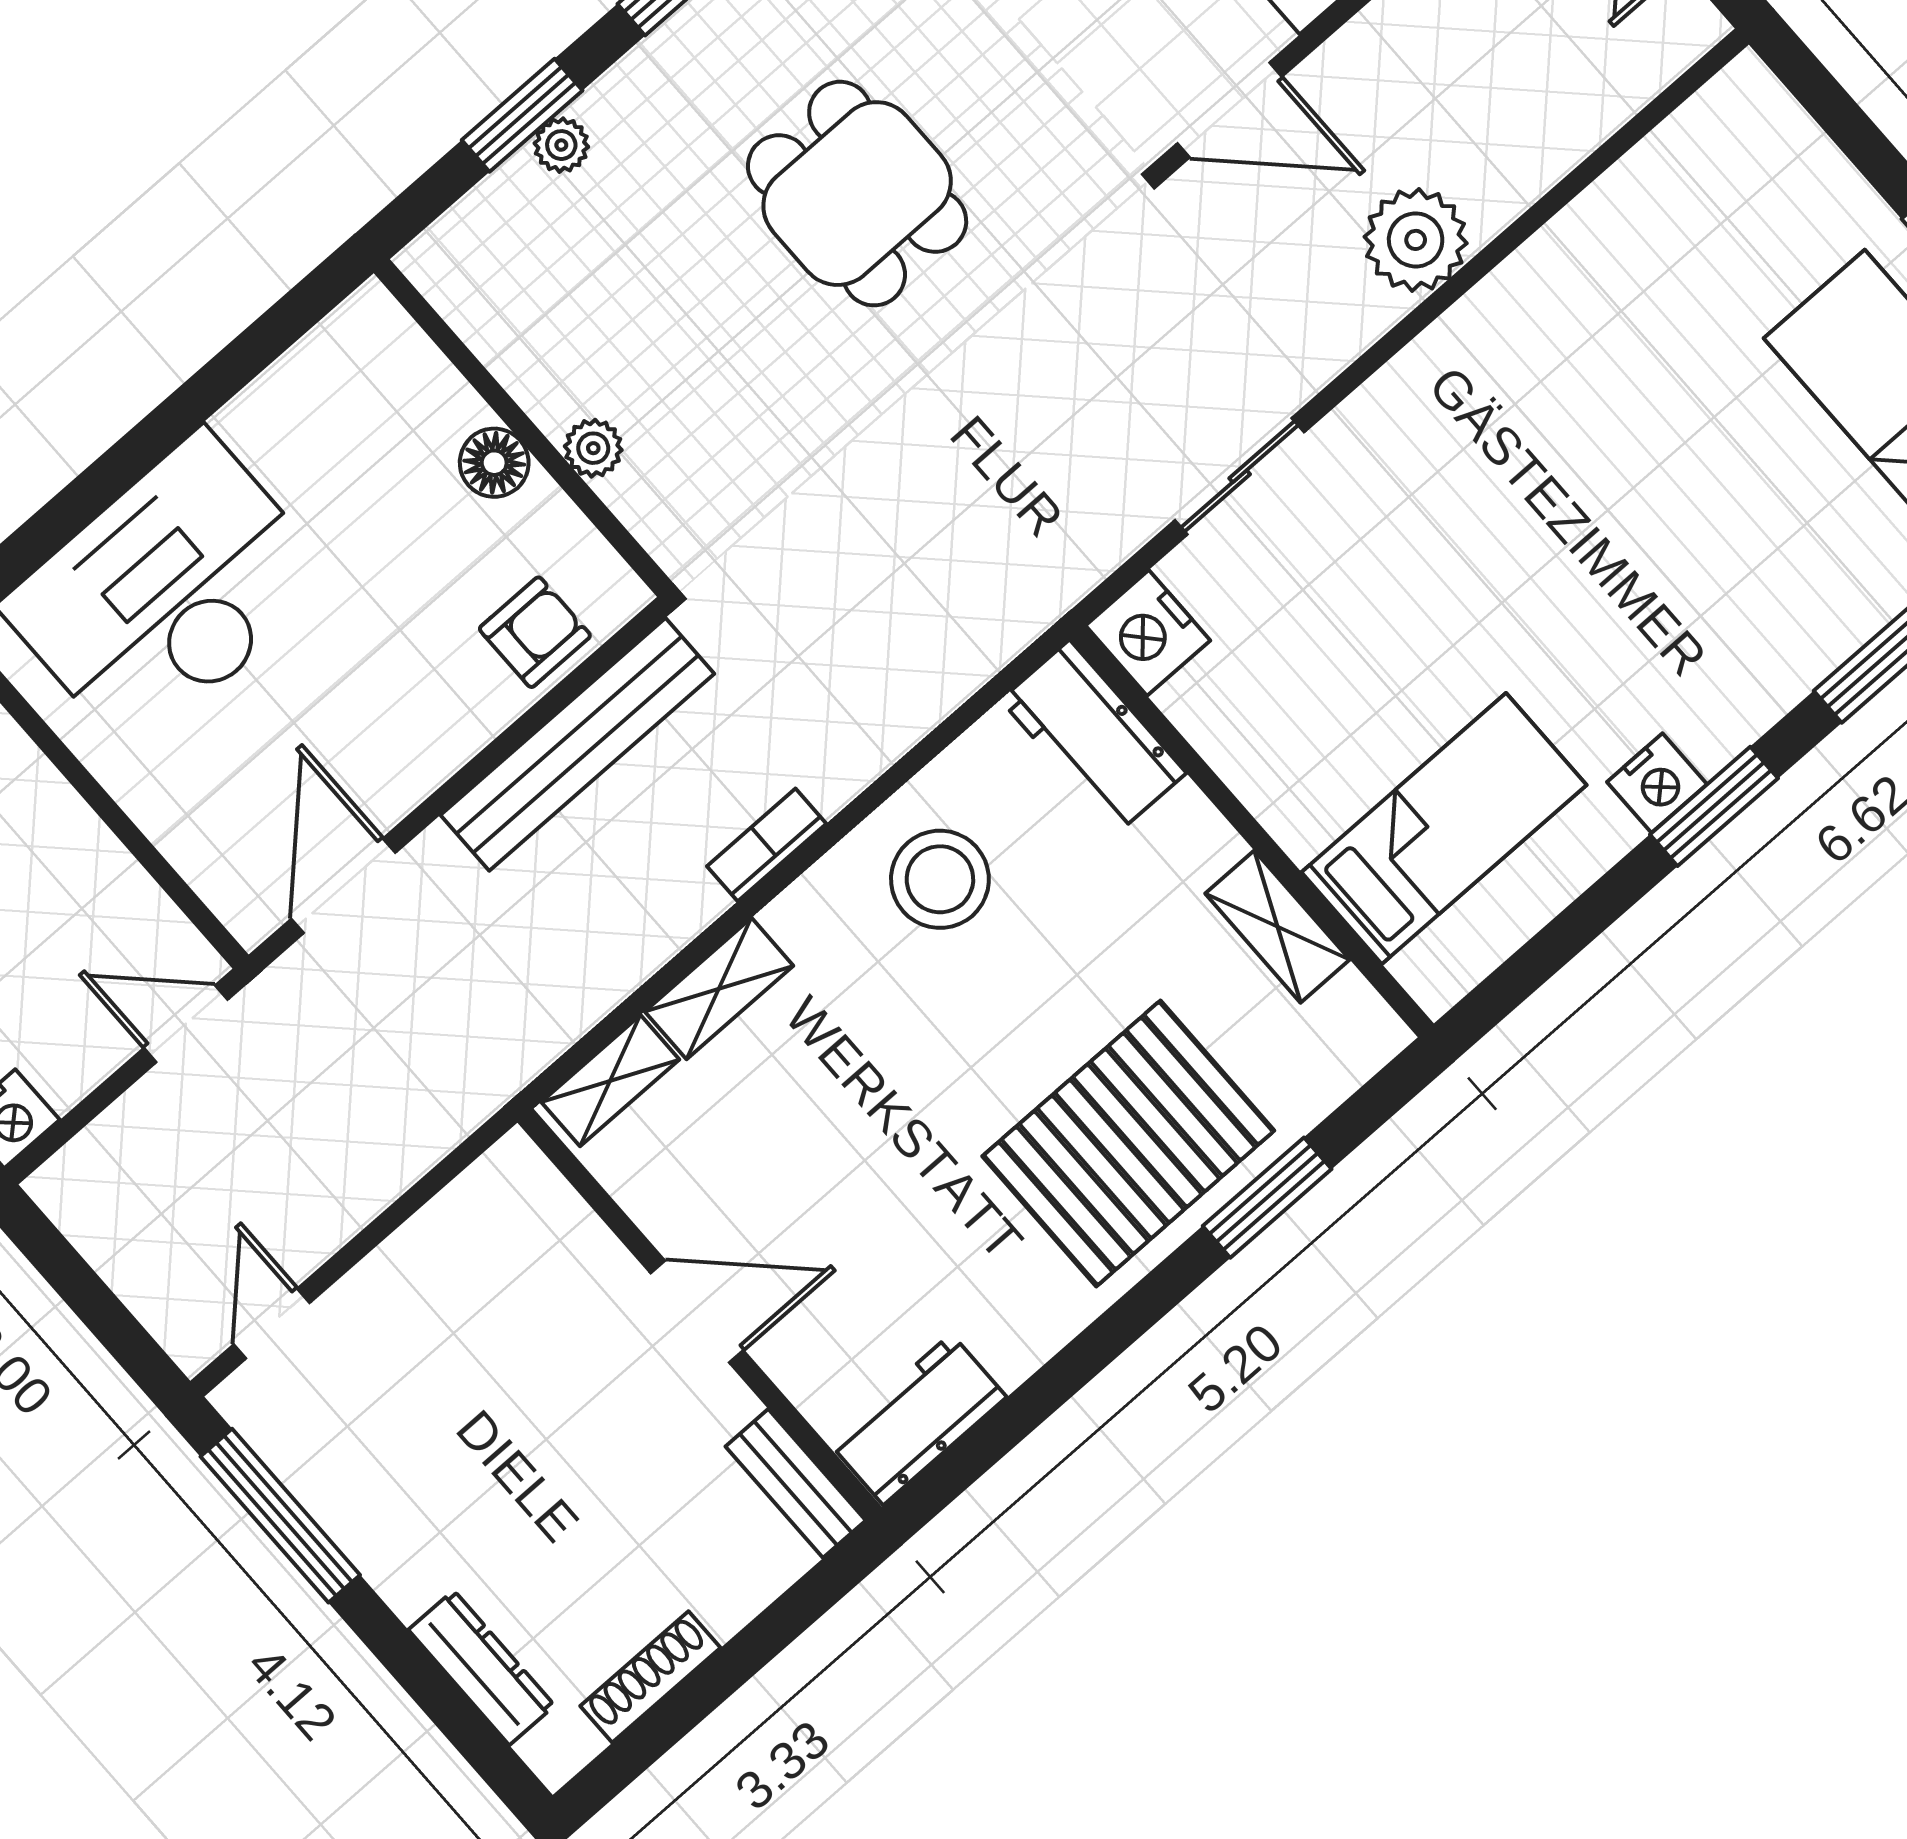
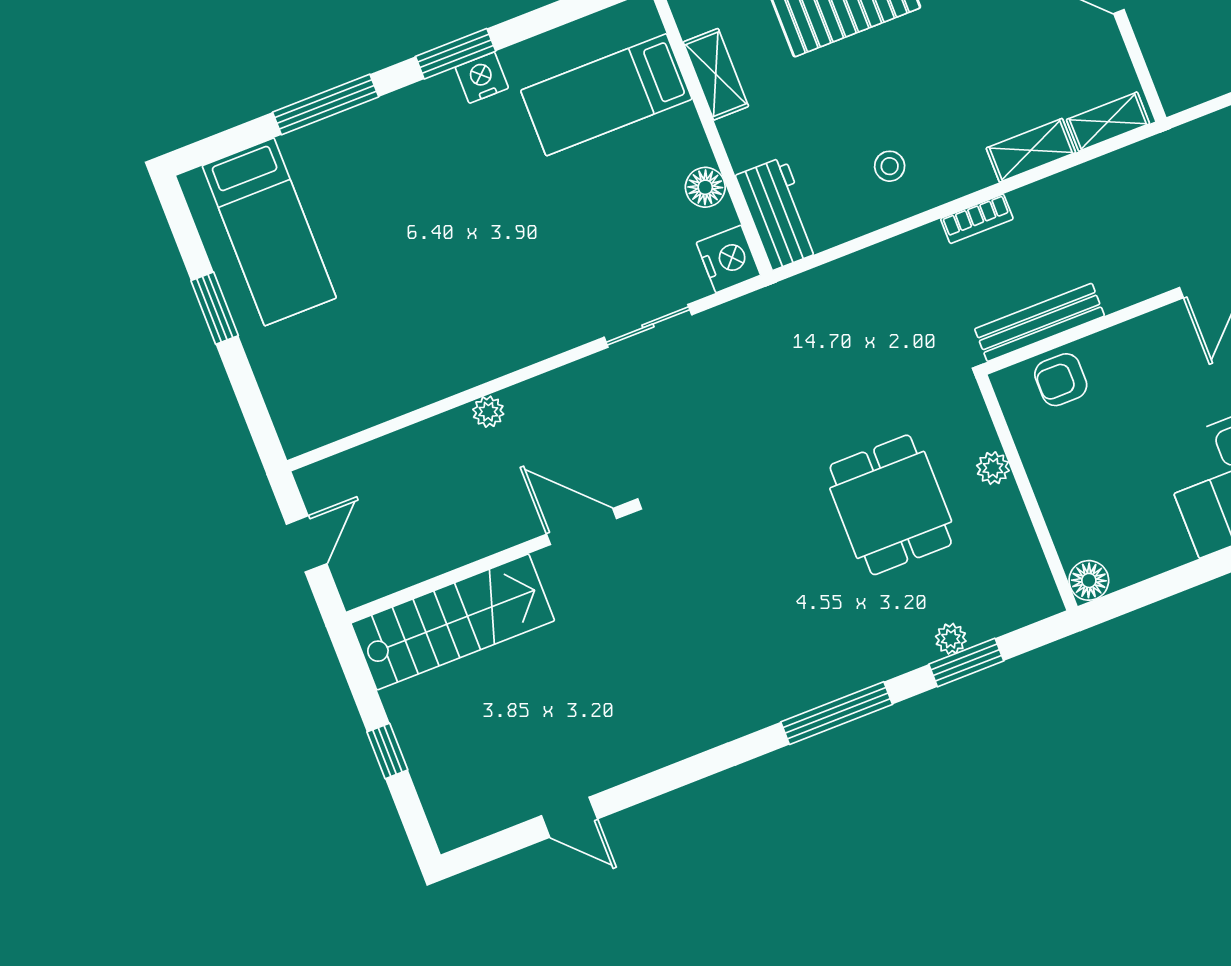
dining table: (857, 194) -> (891, 505), moved
plant: (1416, 240) -> (488, 412), width x0.53, depth x0.53
floor lamp: (494, 463) -> (1089, 580), moved
floor lamp: (1228, 736) -> (705, 187), added
bench: (577, 744) -> (1040, 322), width x0.73, depth x0.82
stool: (940, 879) -> (890, 166), width x0.53, depth x0.53

